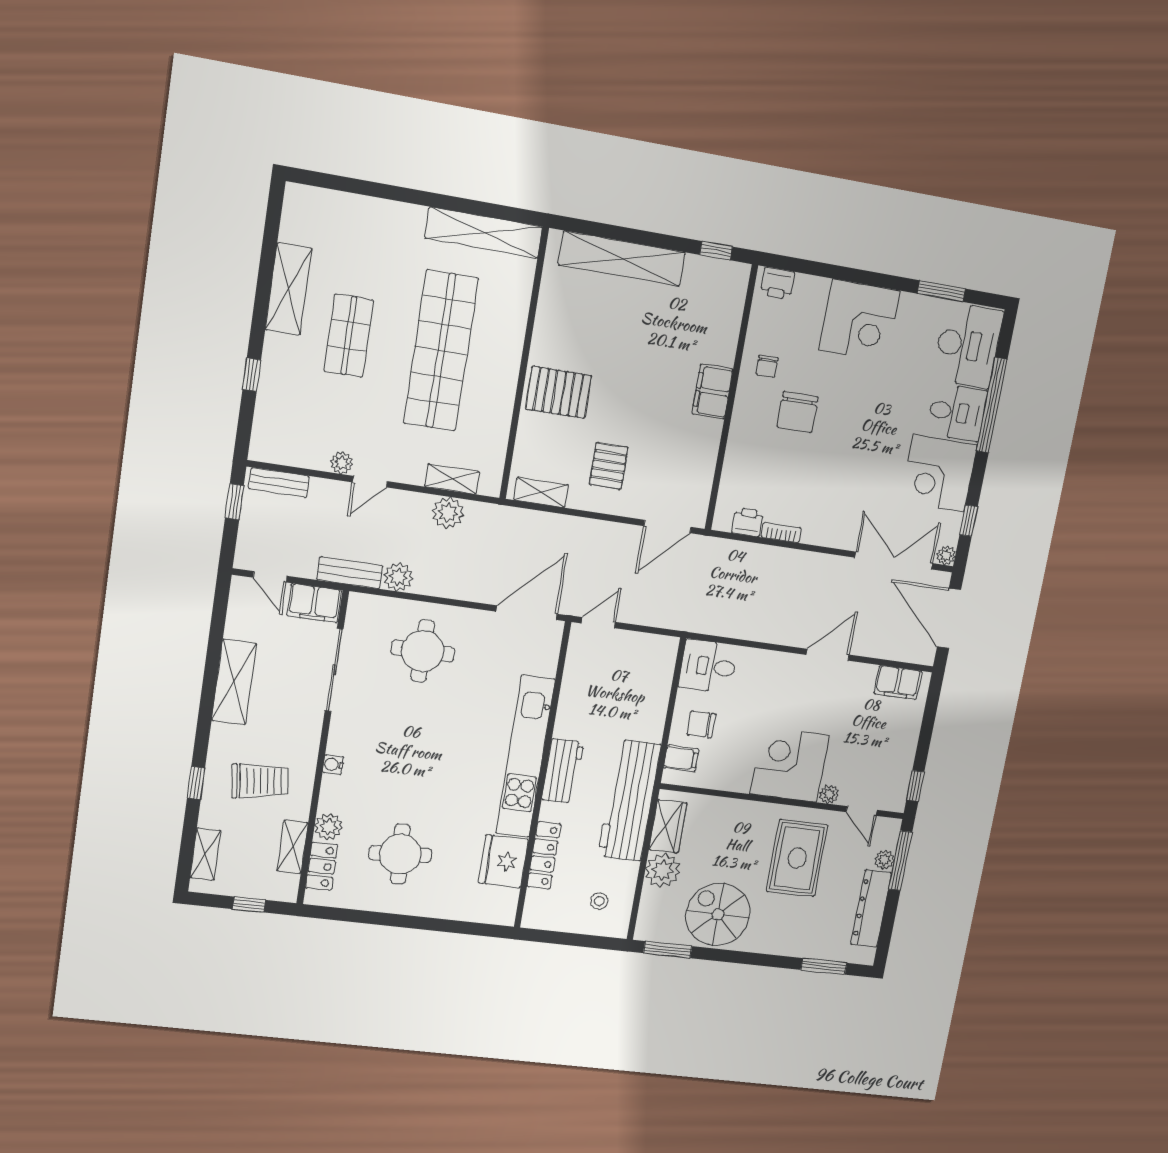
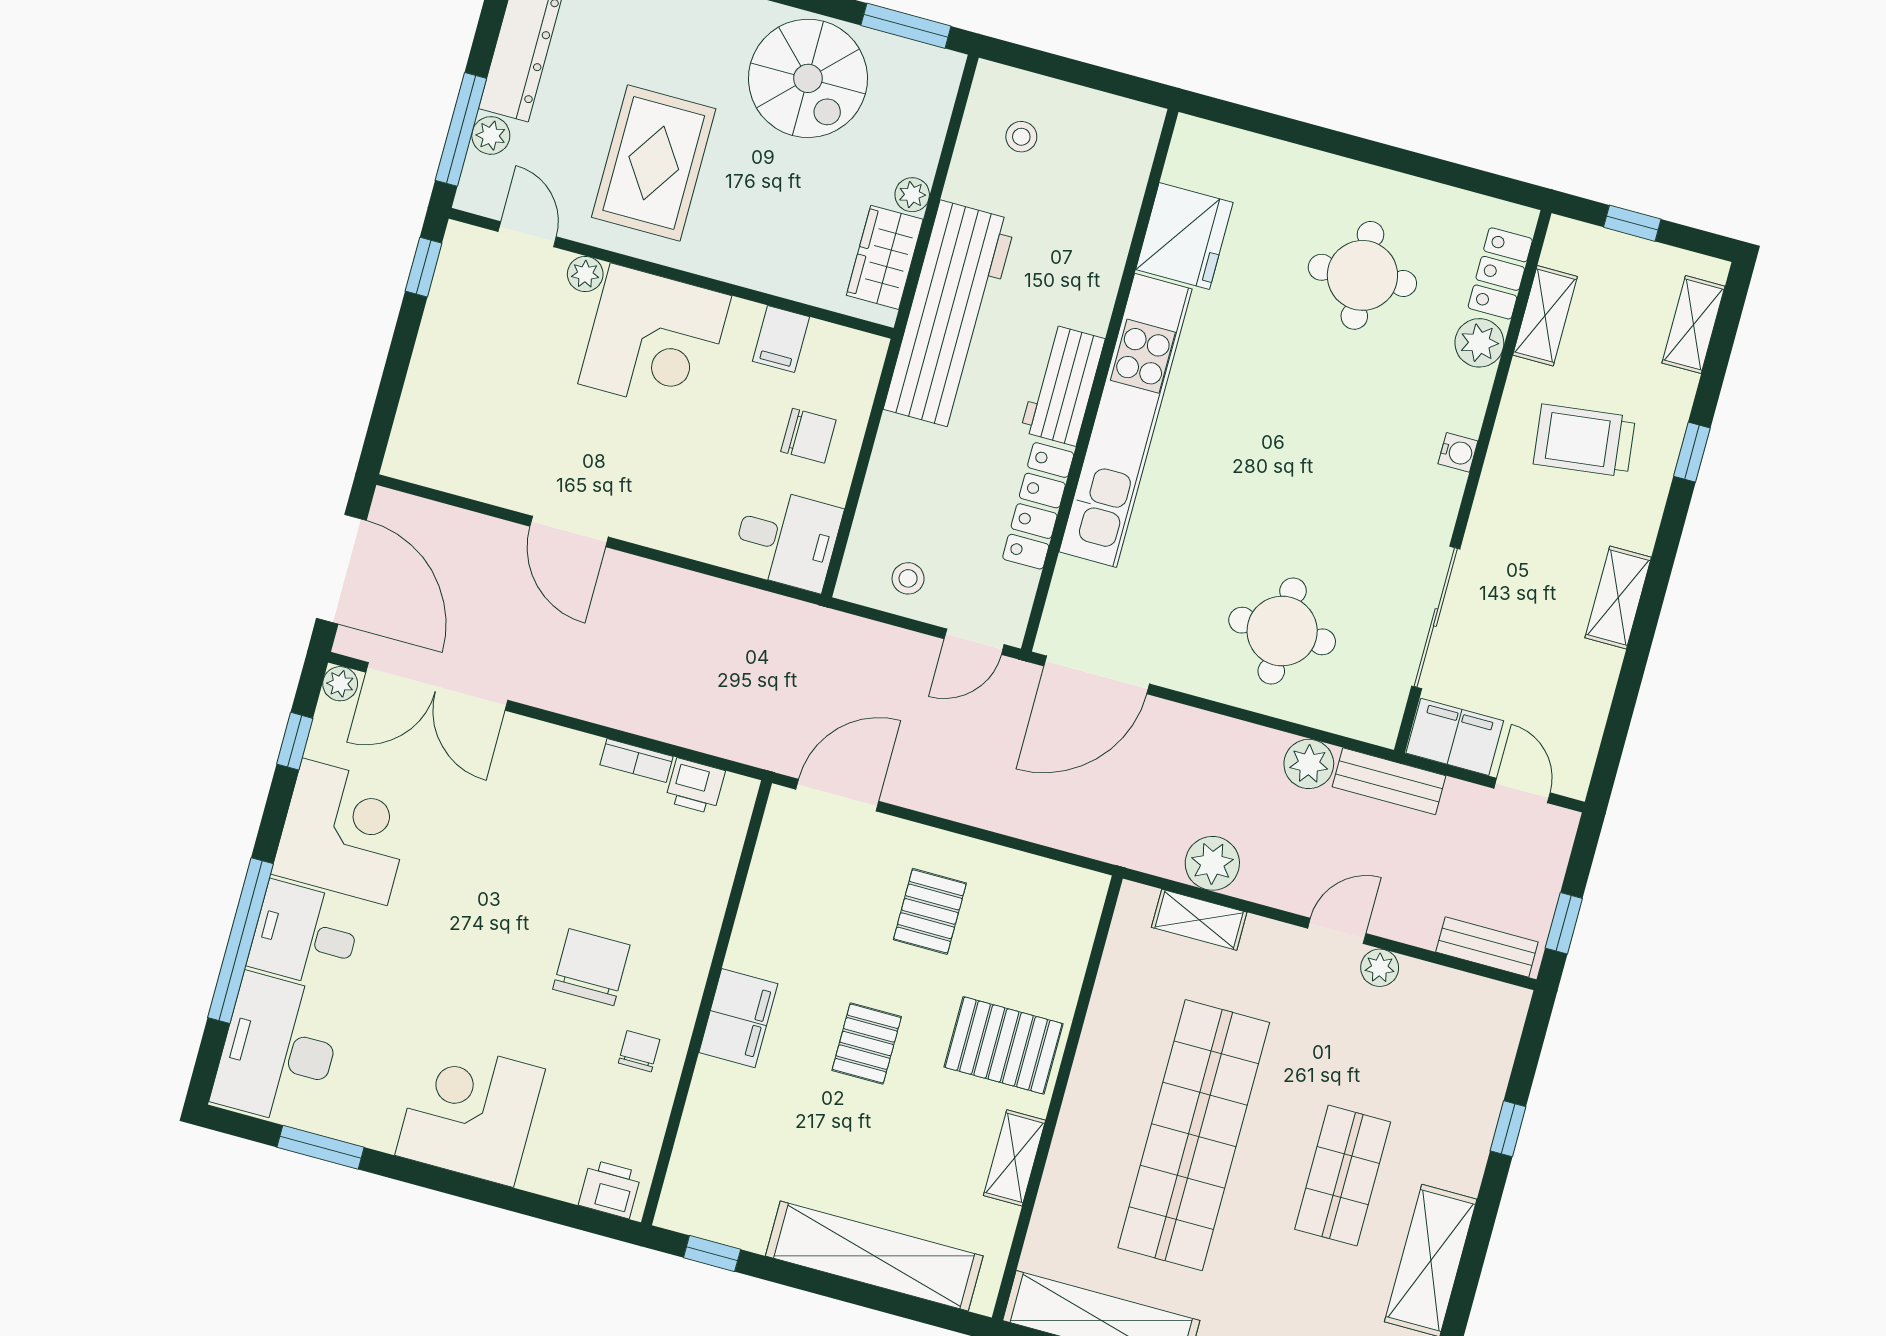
pallet: (638, 385) -> (867, 1043), added
shelving: (541, 492) -> (1015, 1158), moved, turned 90
stool: (639, 653) -> (908, 578), added
door: (828, 655) -> (569, 532), hinge flipped
shelving: (234, 682) -> (1618, 597), width x0.67, depth x0.75
filing cabinet: (898, 682) -> (444, 464), removed
filing cabinet: (681, 759) -> (781, 339), moved, turned -90
locker: (544, 855) -> (1038, 506), moved
plant: (663, 870) -> (912, 195), width x0.53, depth x0.53

